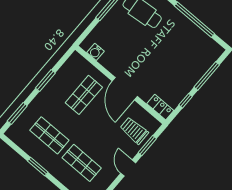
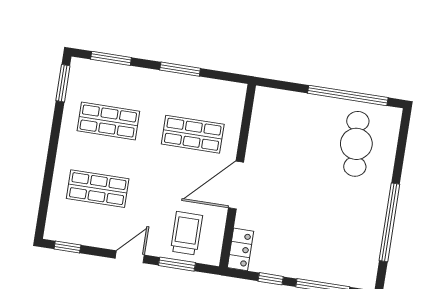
water cooler: (95, 52) -> (262, 114), removed
shop shelf: (49, 135) -> (108, 121), turned 90
shop shelf: (82, 163) -> (98, 189), turned 90
window: (38, 167) -> (63, 83), moved

